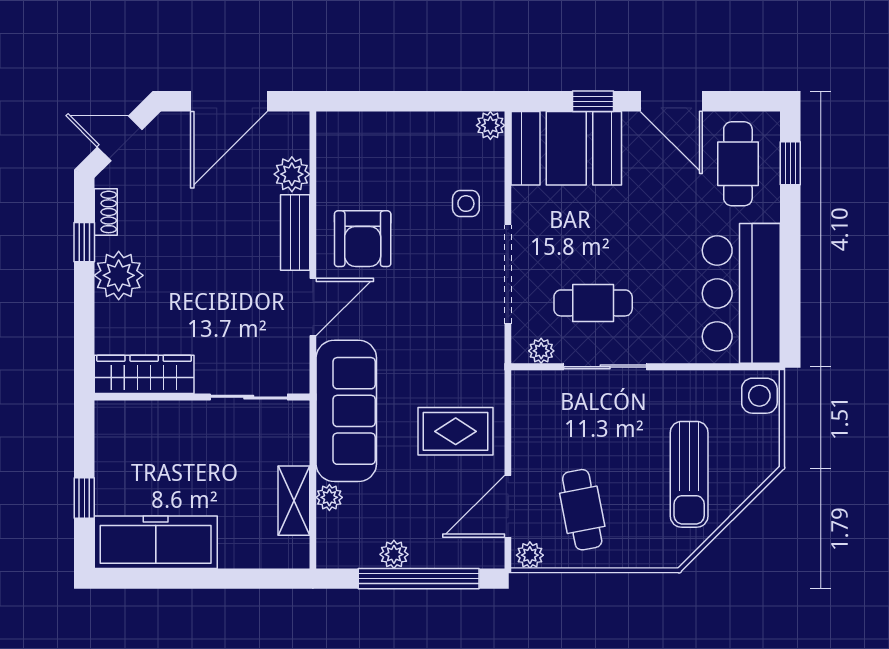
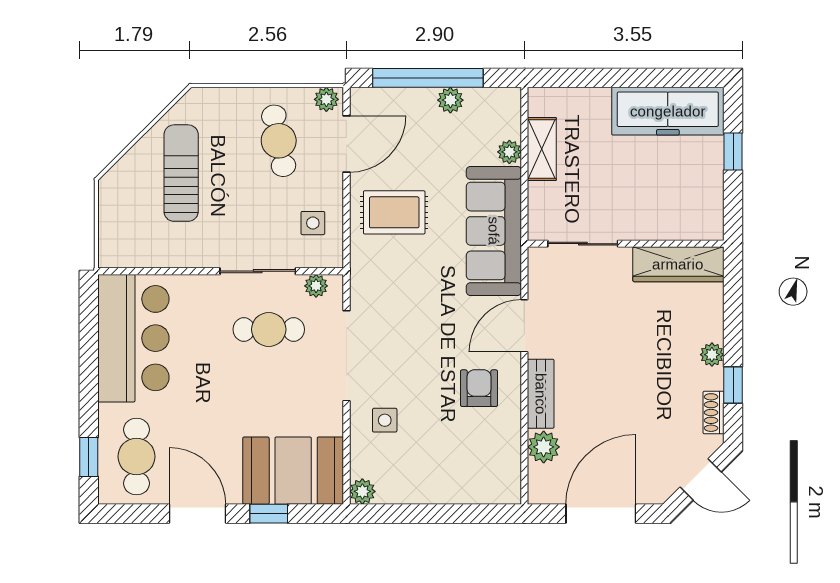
armchair: (363, 239) -> (479, 388), width x0.72, depth x0.72
plant: (119, 275) -> (712, 355), width x0.53, depth x0.53
side table: (759, 396) -> (313, 223), moved, width x0.73, depth x0.73

